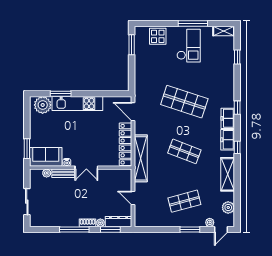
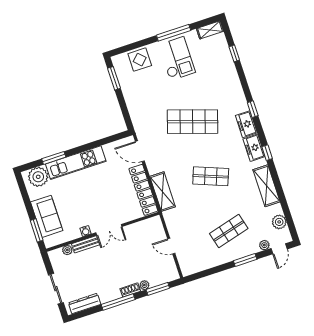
sofa: (46, 157) -> (47, 216), moved, turned 90
shelving: (141, 158) -> (163, 192), width x0.68
dresser: (119, 222) -> (85, 304), moved

